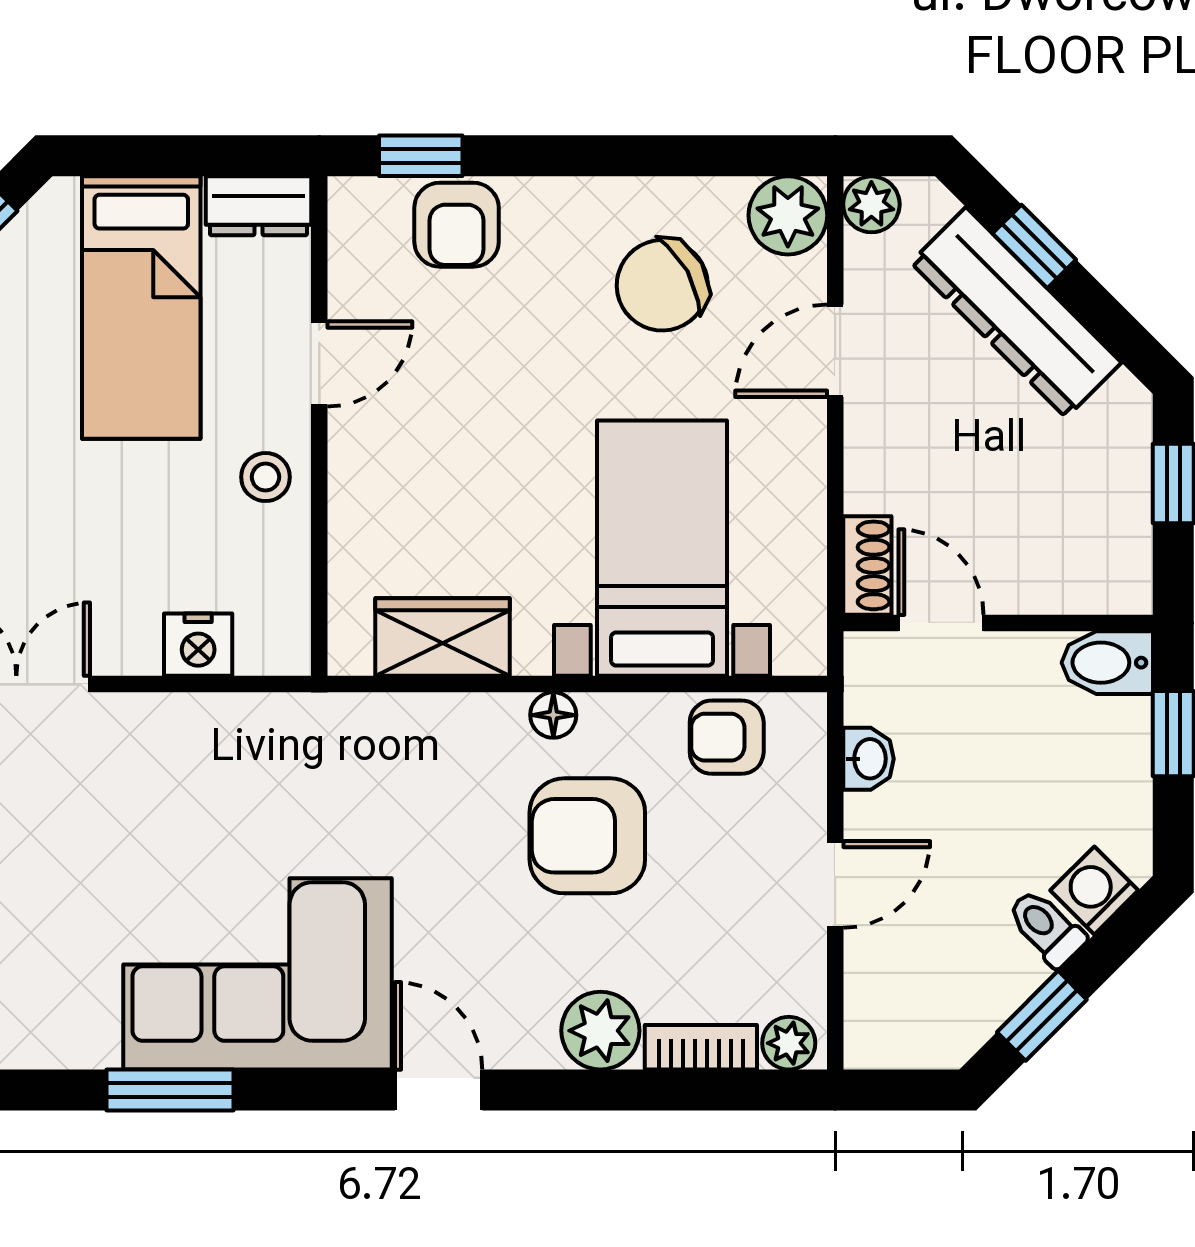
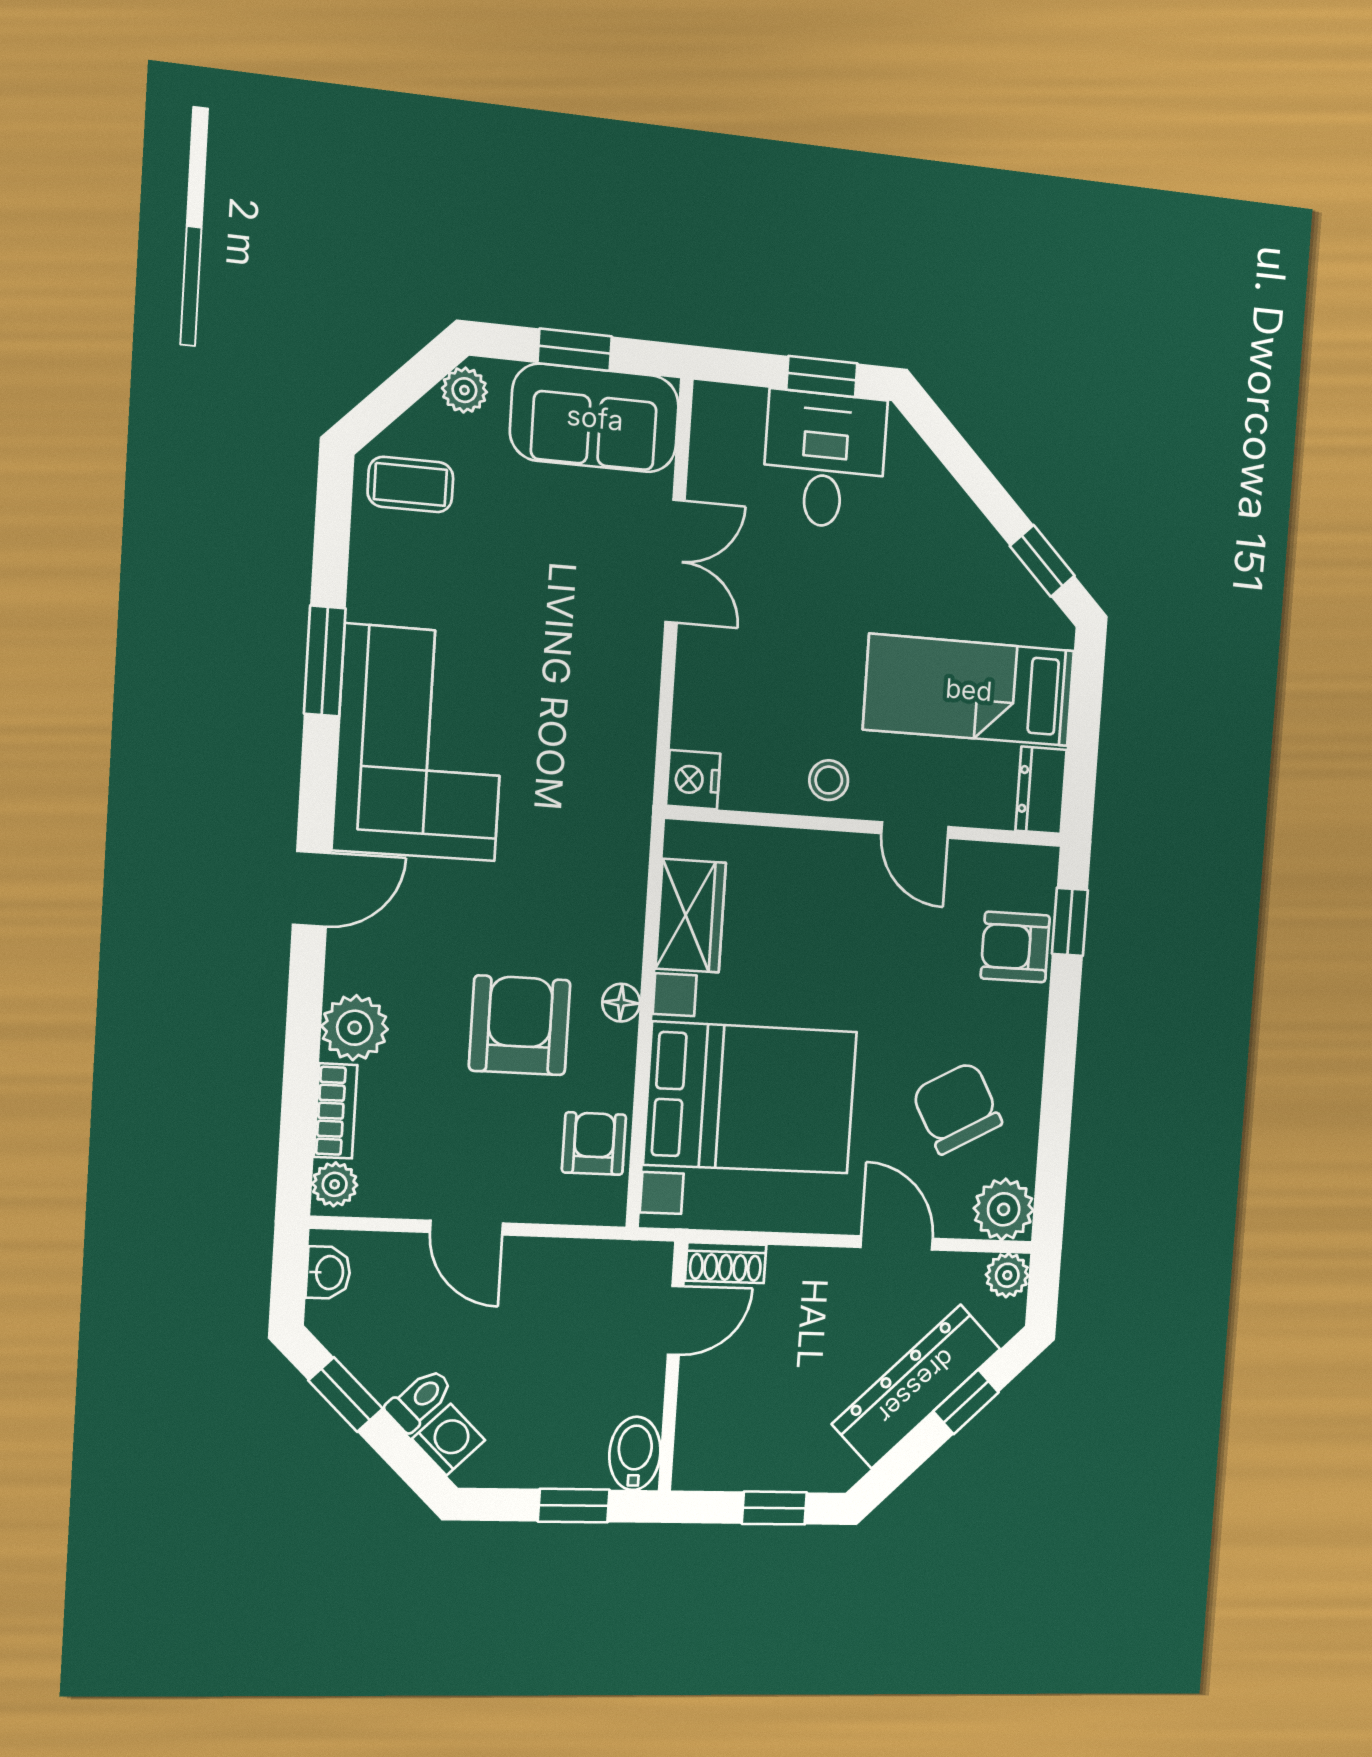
bed with nightstands: (662, 548) -> (750, 1098), width x1.36
nightstand: (198, 645) -> (693, 780), moved
washbasin: (868, 759) -> (328, 1273), moved, turned -90

